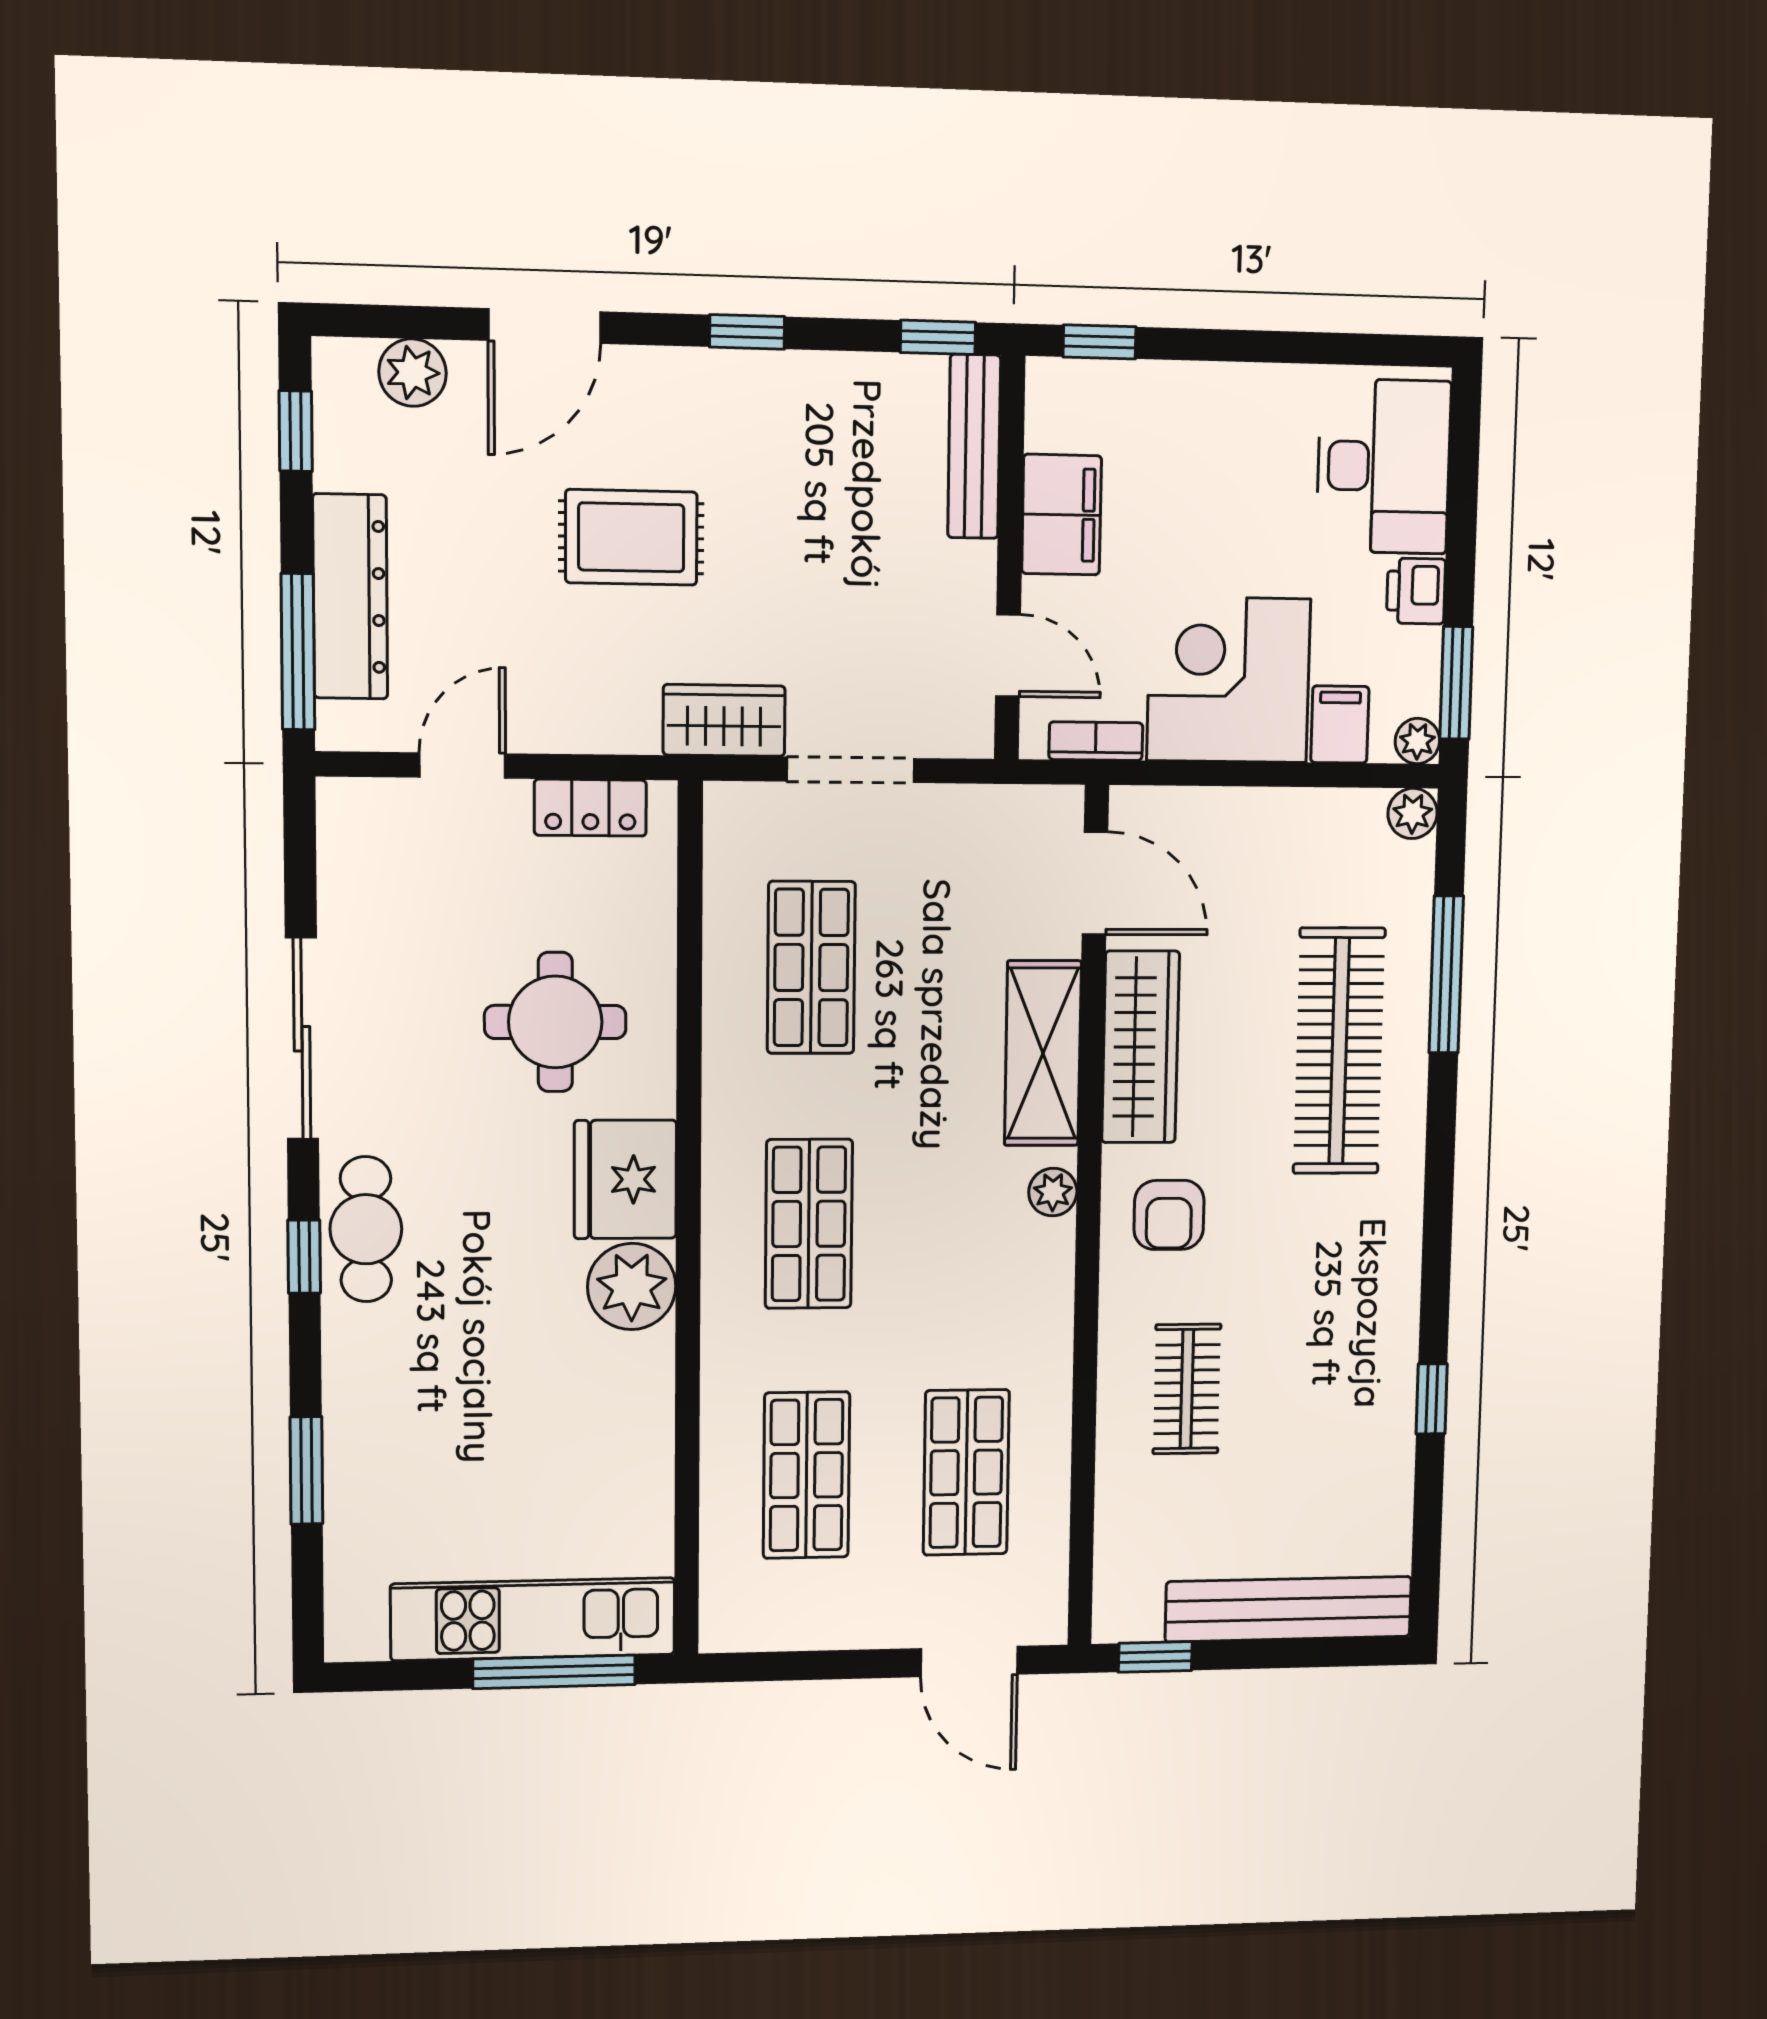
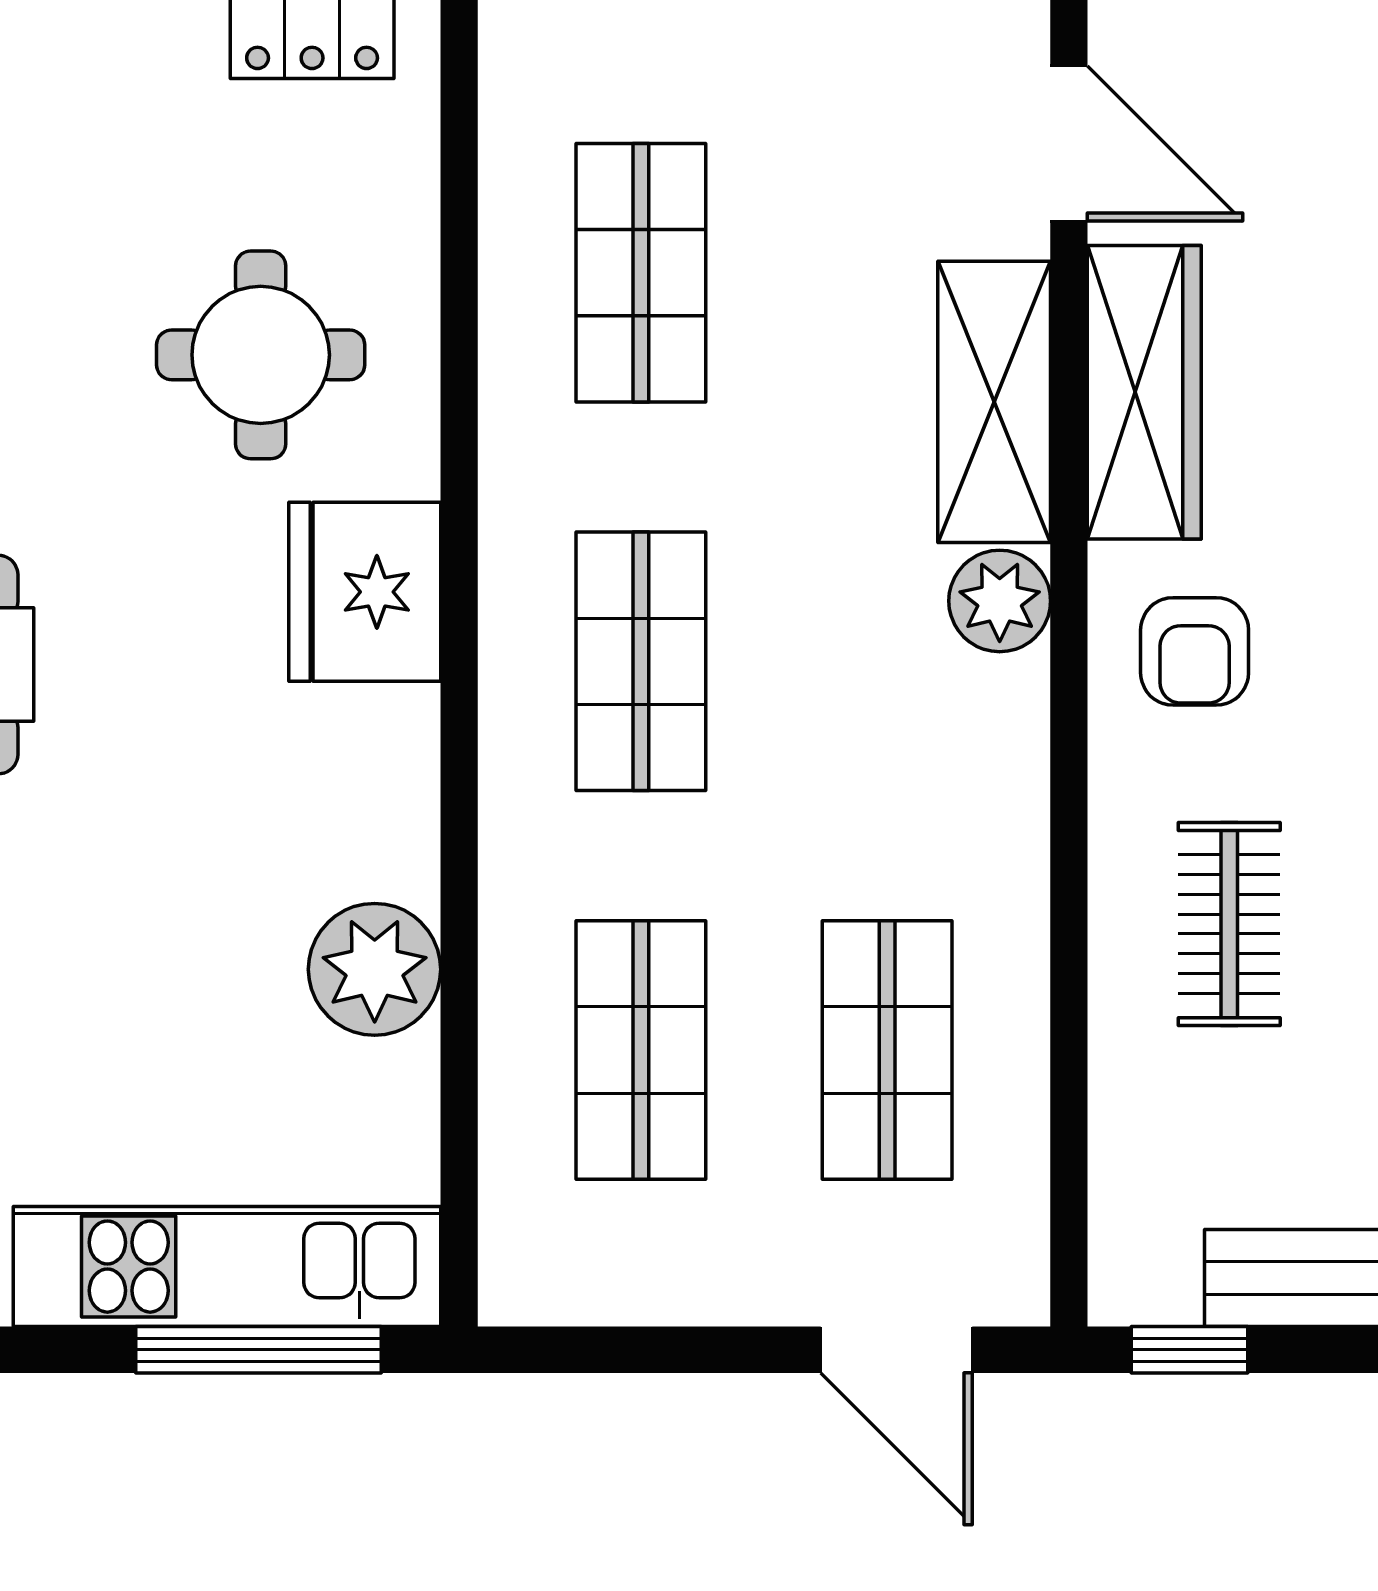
plant: (1053, 1192) -> (1000, 601), width x1.38, depth x1.38
plant: (632, 1287) -> (375, 969), moved

